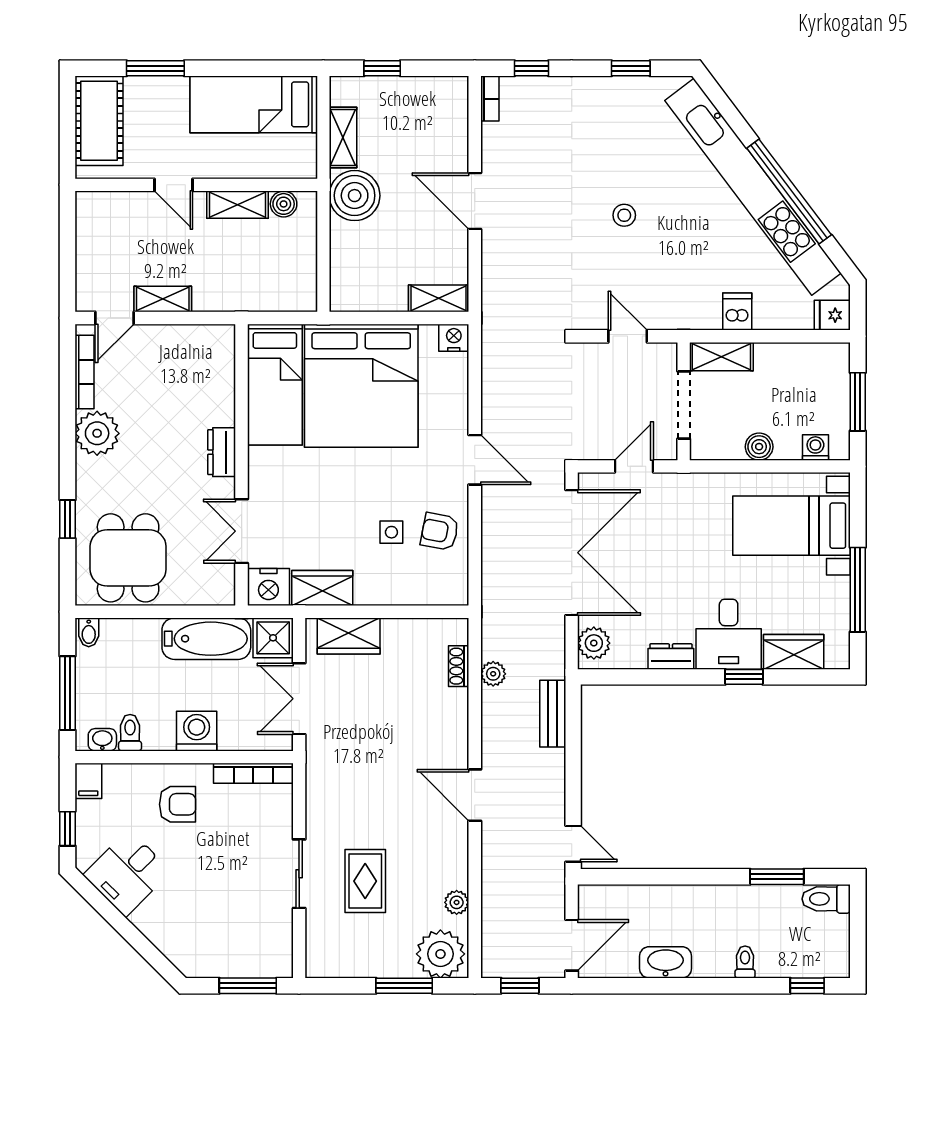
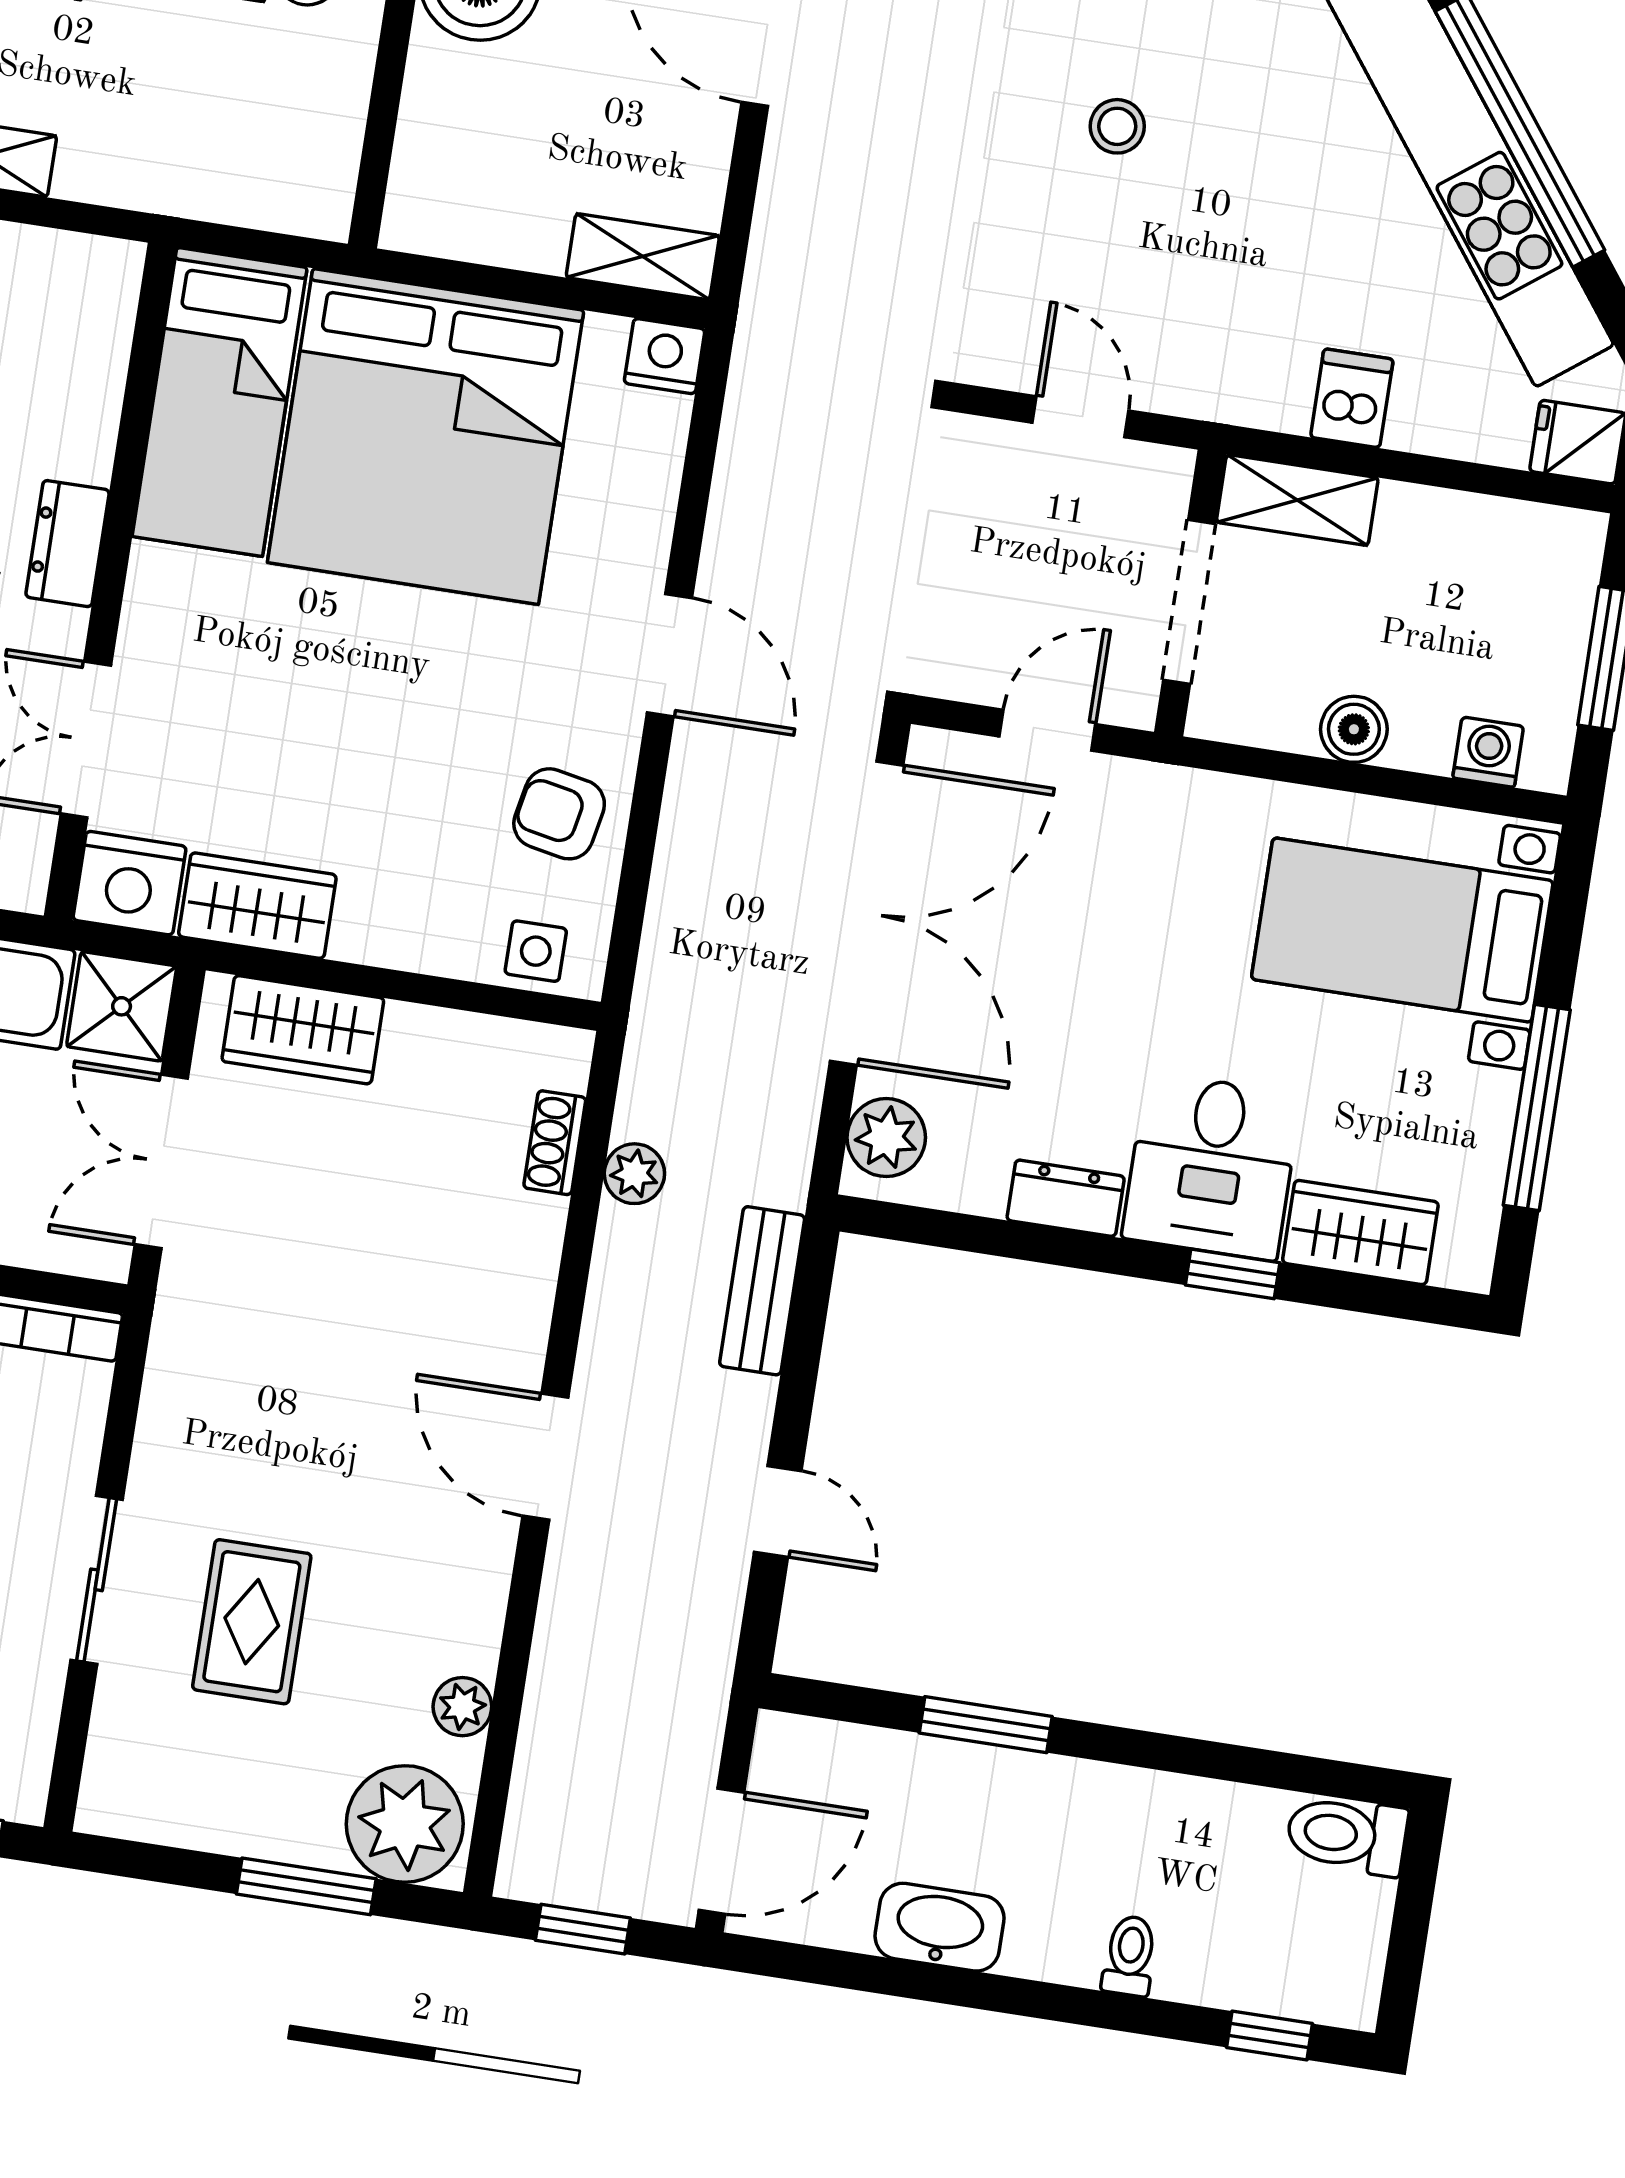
side table: (391, 532) -> (536, 951), moved
door: (573, 844) -> (778, 1511), moved
window: (777, 877) -> (986, 1725), moved

